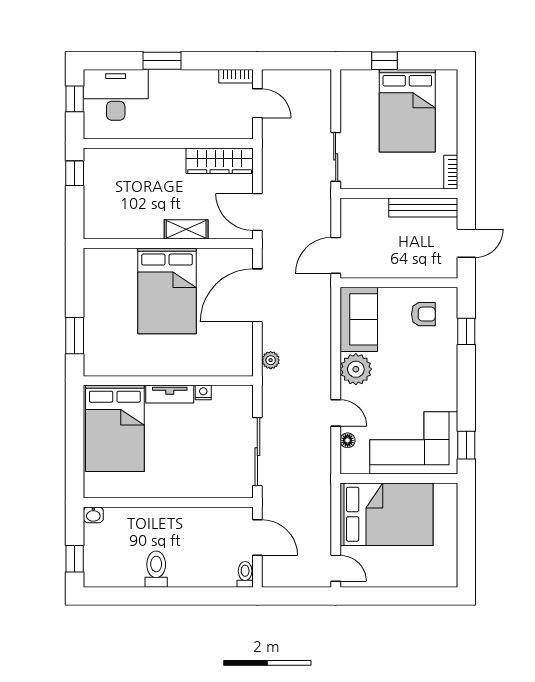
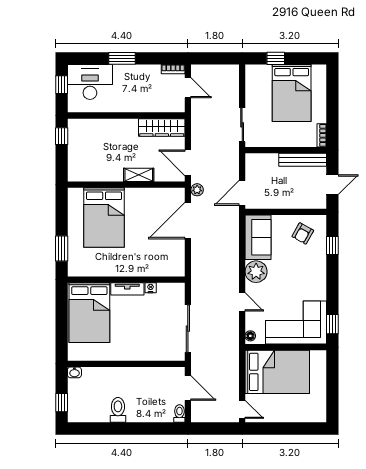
bed: (167, 291) -> (104, 218), moved
armchair: (423, 314) -> (303, 233), turned 119
plant: (271, 360) -> (197, 190), moved
floor lamp: (348, 440) -> (250, 336), moved

